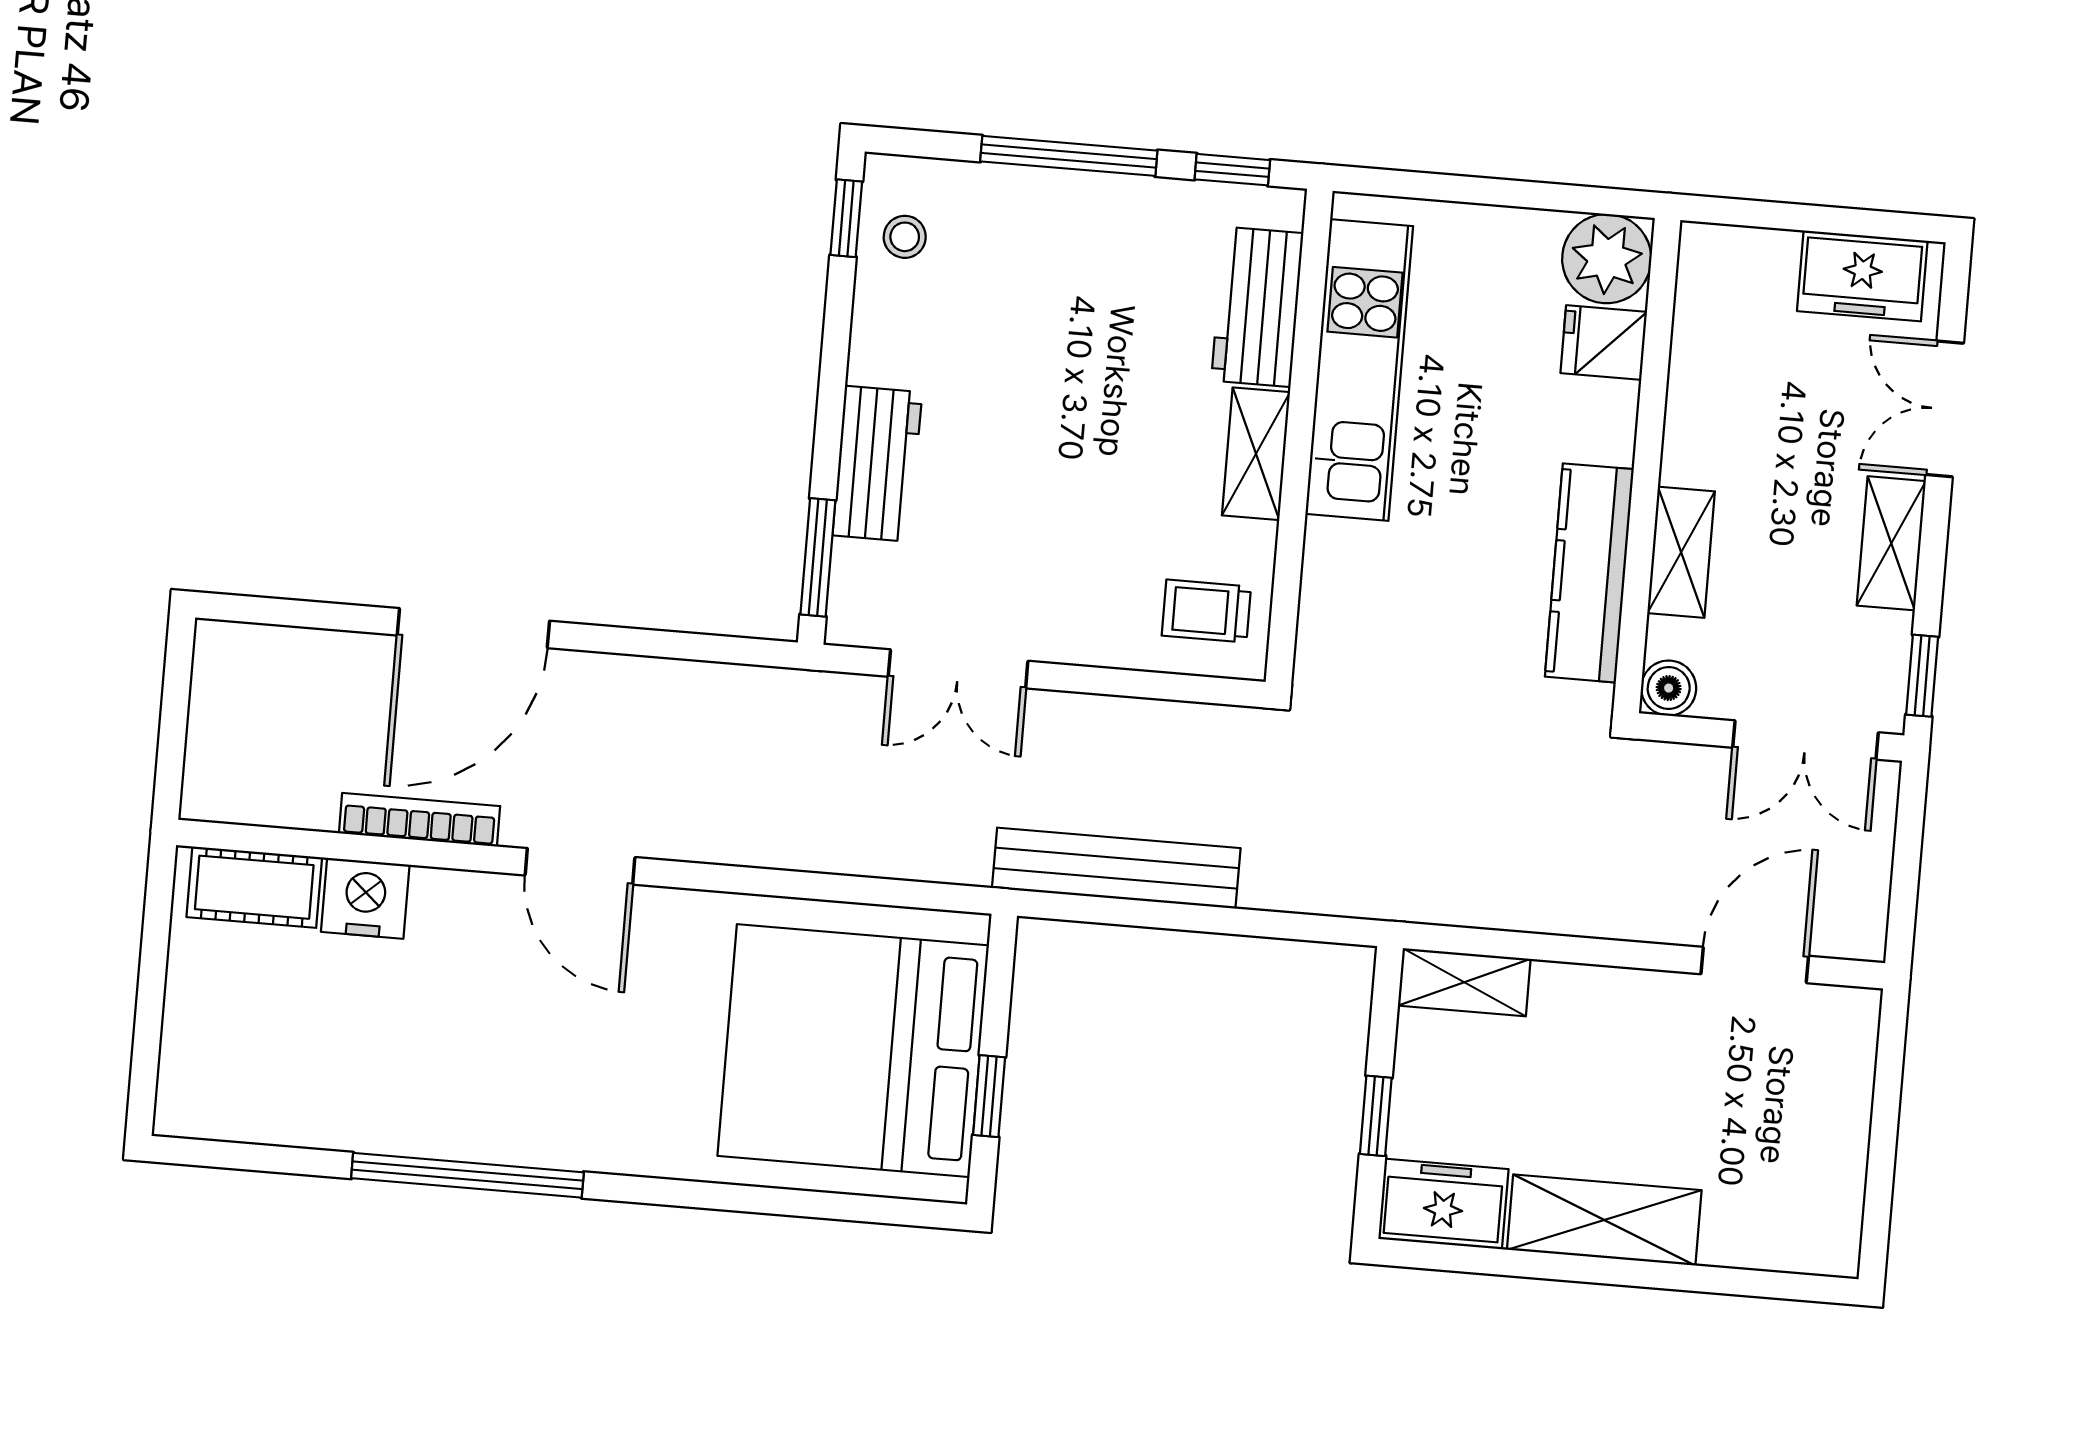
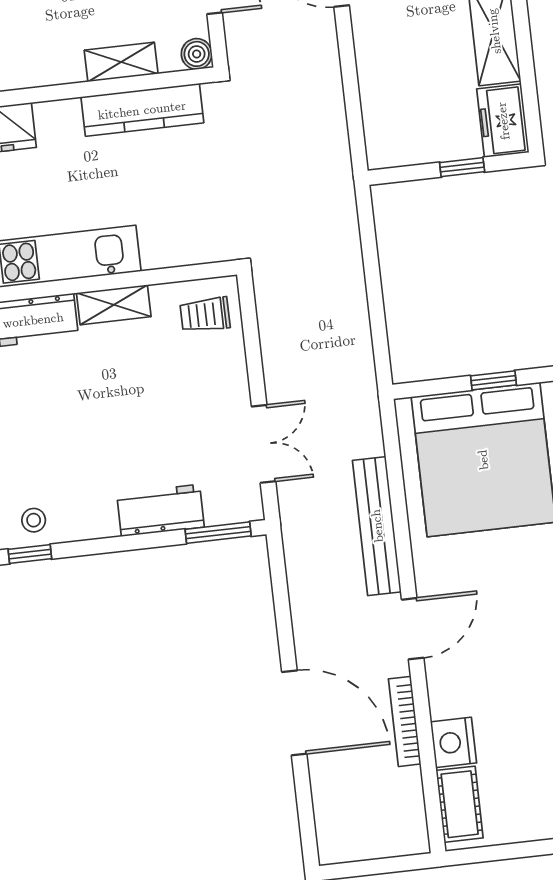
trolley: (1206, 611) -> (205, 315), turned 90
bench: (1116, 868) -> (377, 526), moved
shelving: (1464, 982) -> (379, 133), removed

